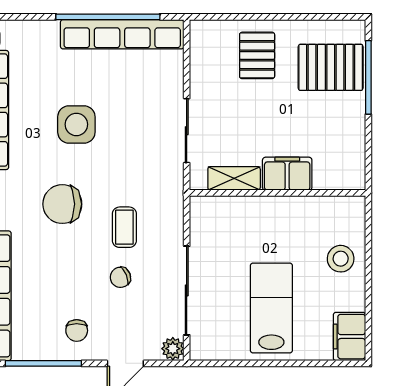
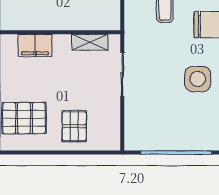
row of seats: (122, 34) -> (166, 141), removed
filing cabinet: (287, 174) -> (35, 45), moved

